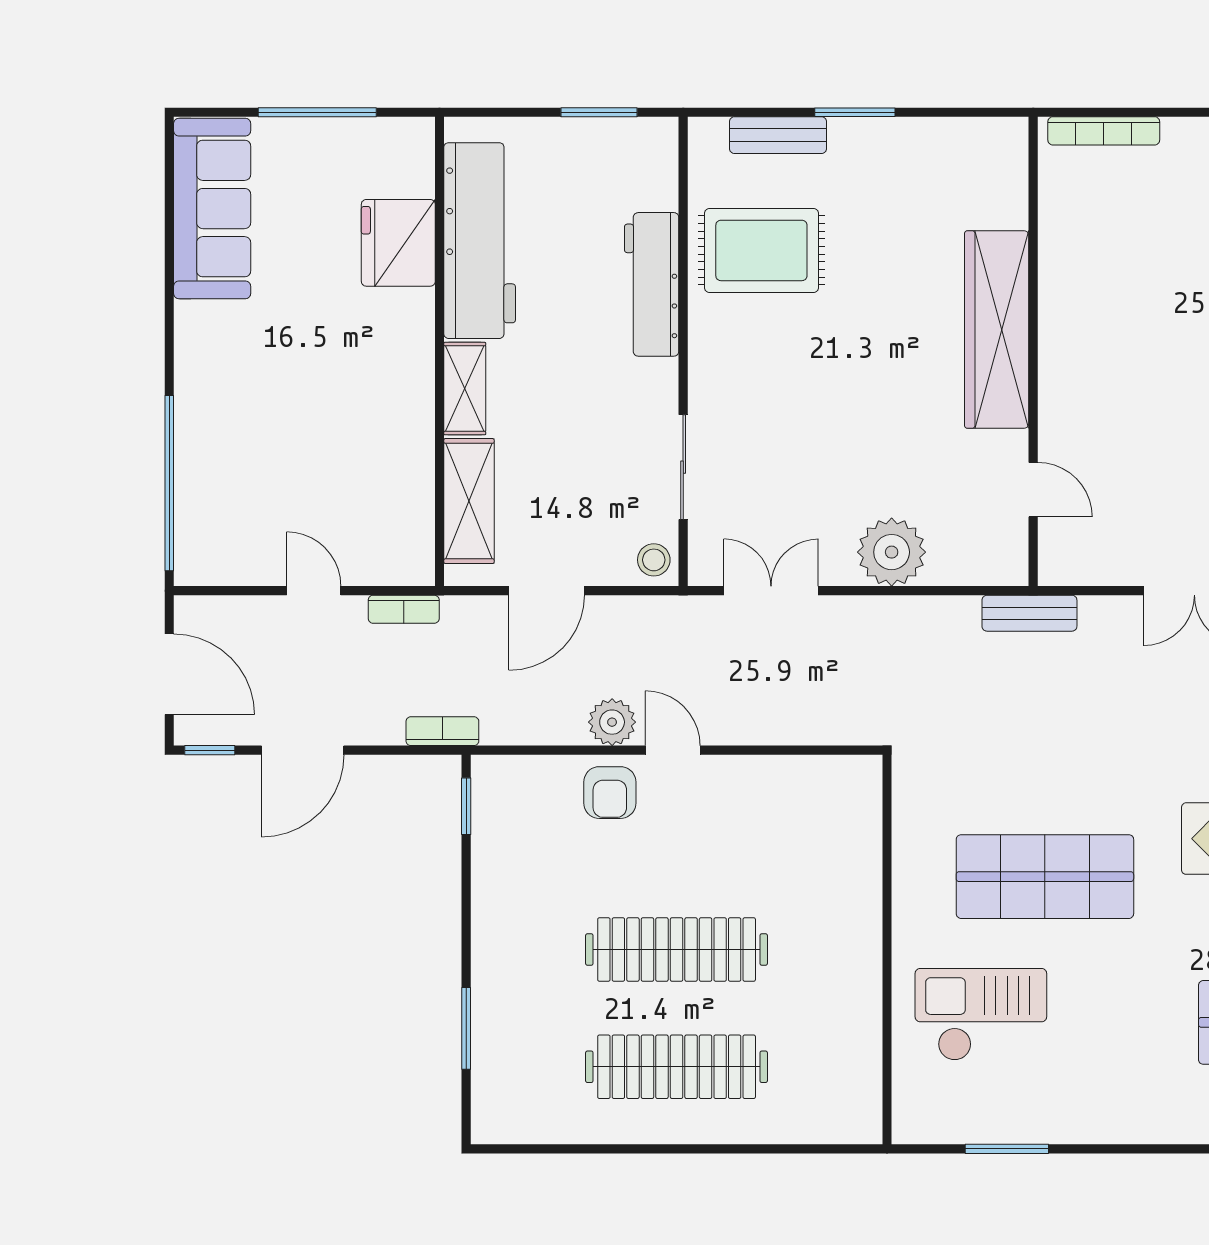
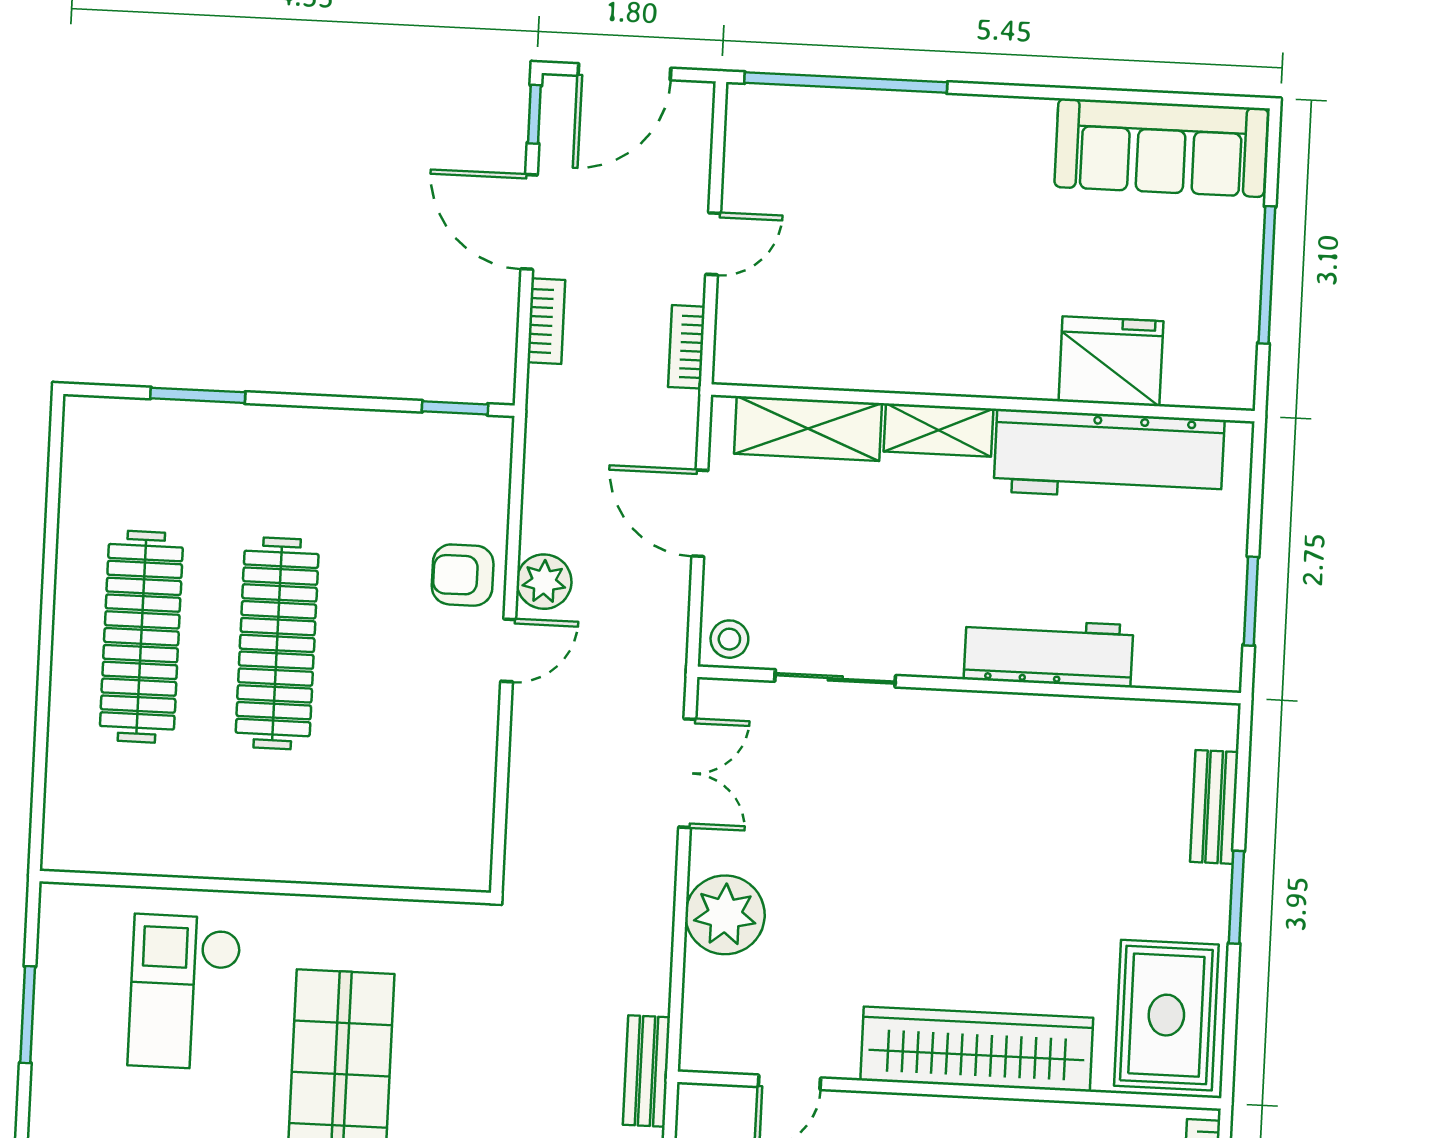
rug: (761, 250) -> (1166, 1015), moved
bookcase: (442, 731) -> (546, 321), moved
checkout: (981, 1015) -> (185, 992), turned 180

